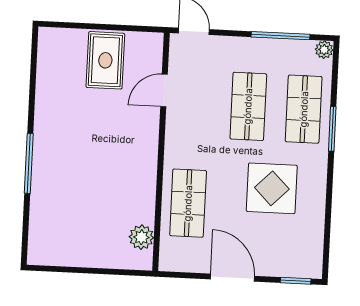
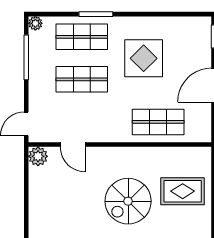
rug: (105, 60) -> (183, 191), moved
spiral stairs: (87, 159) -> (128, 201), added
plant: (141, 237) -> (38, 156), moved

